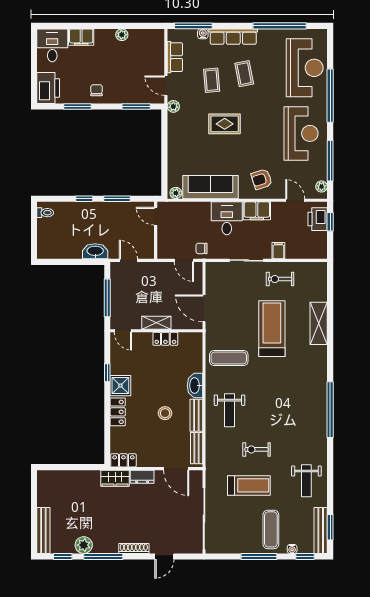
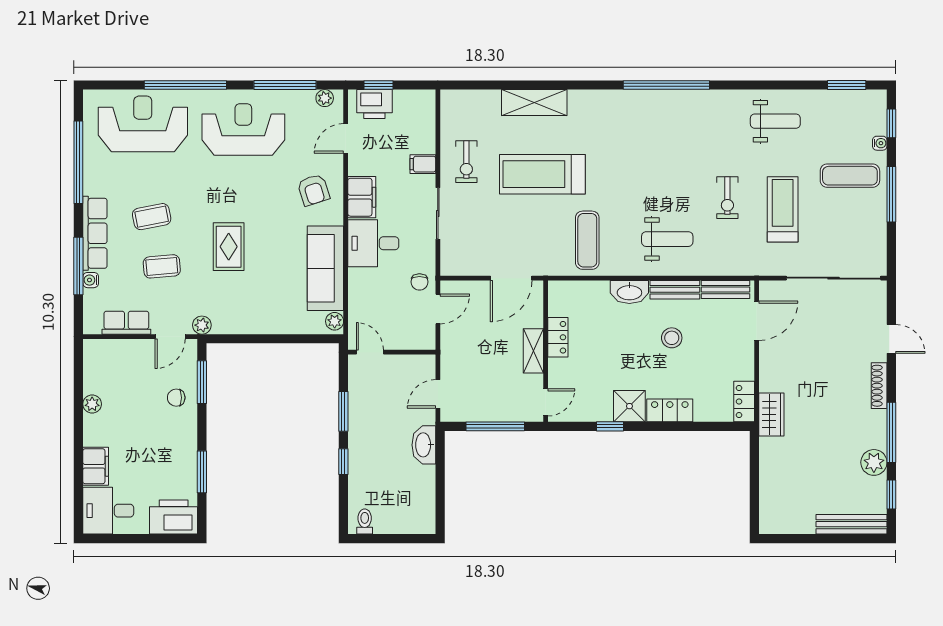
window: (193, 26) -> (78, 266), moved
chair: (97, 90) -> (176, 398), moved
door: (156, 216) -> (370, 352), swing flipped
dresser: (142, 477) -> (769, 373), removed
bench: (321, 530) -> (852, 99), removed

